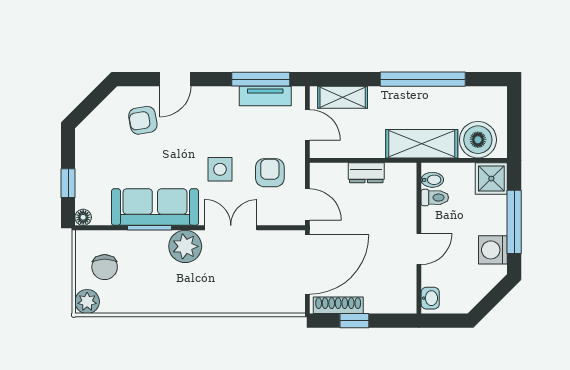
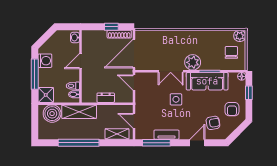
tv unit: (265, 96) -> (166, 135), moved
armchair: (270, 173) -> (232, 109), moved

